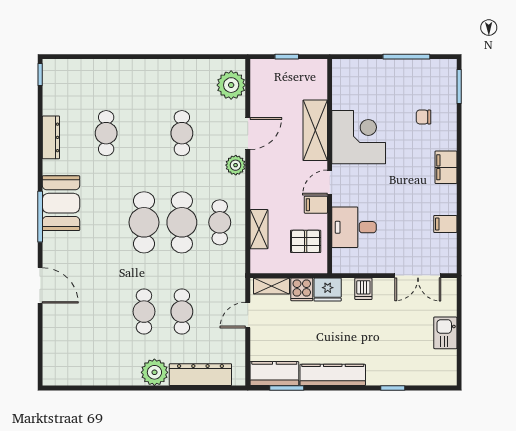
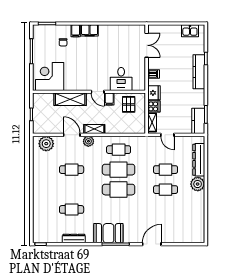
corner desk: (359, 137) -> (50, 76), moved
filing cabinet: (445, 224) -> (76, 31), moved
shelving: (259, 229) -> (94, 129), moved
kitchen sink: (445, 333) -> (190, 31), moved
kitchen counter: (333, 375) -> (199, 72), moved

